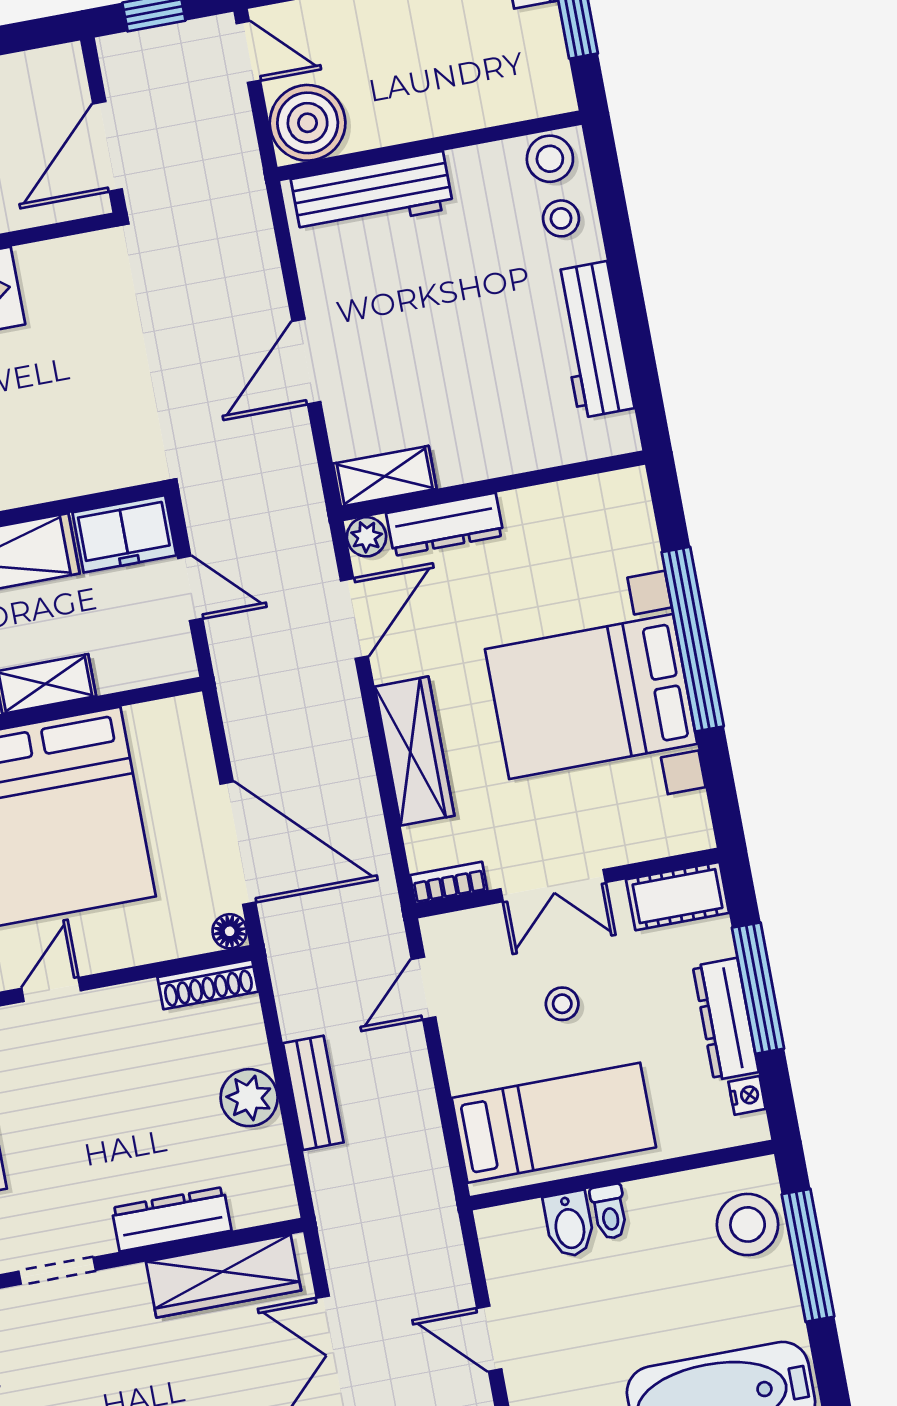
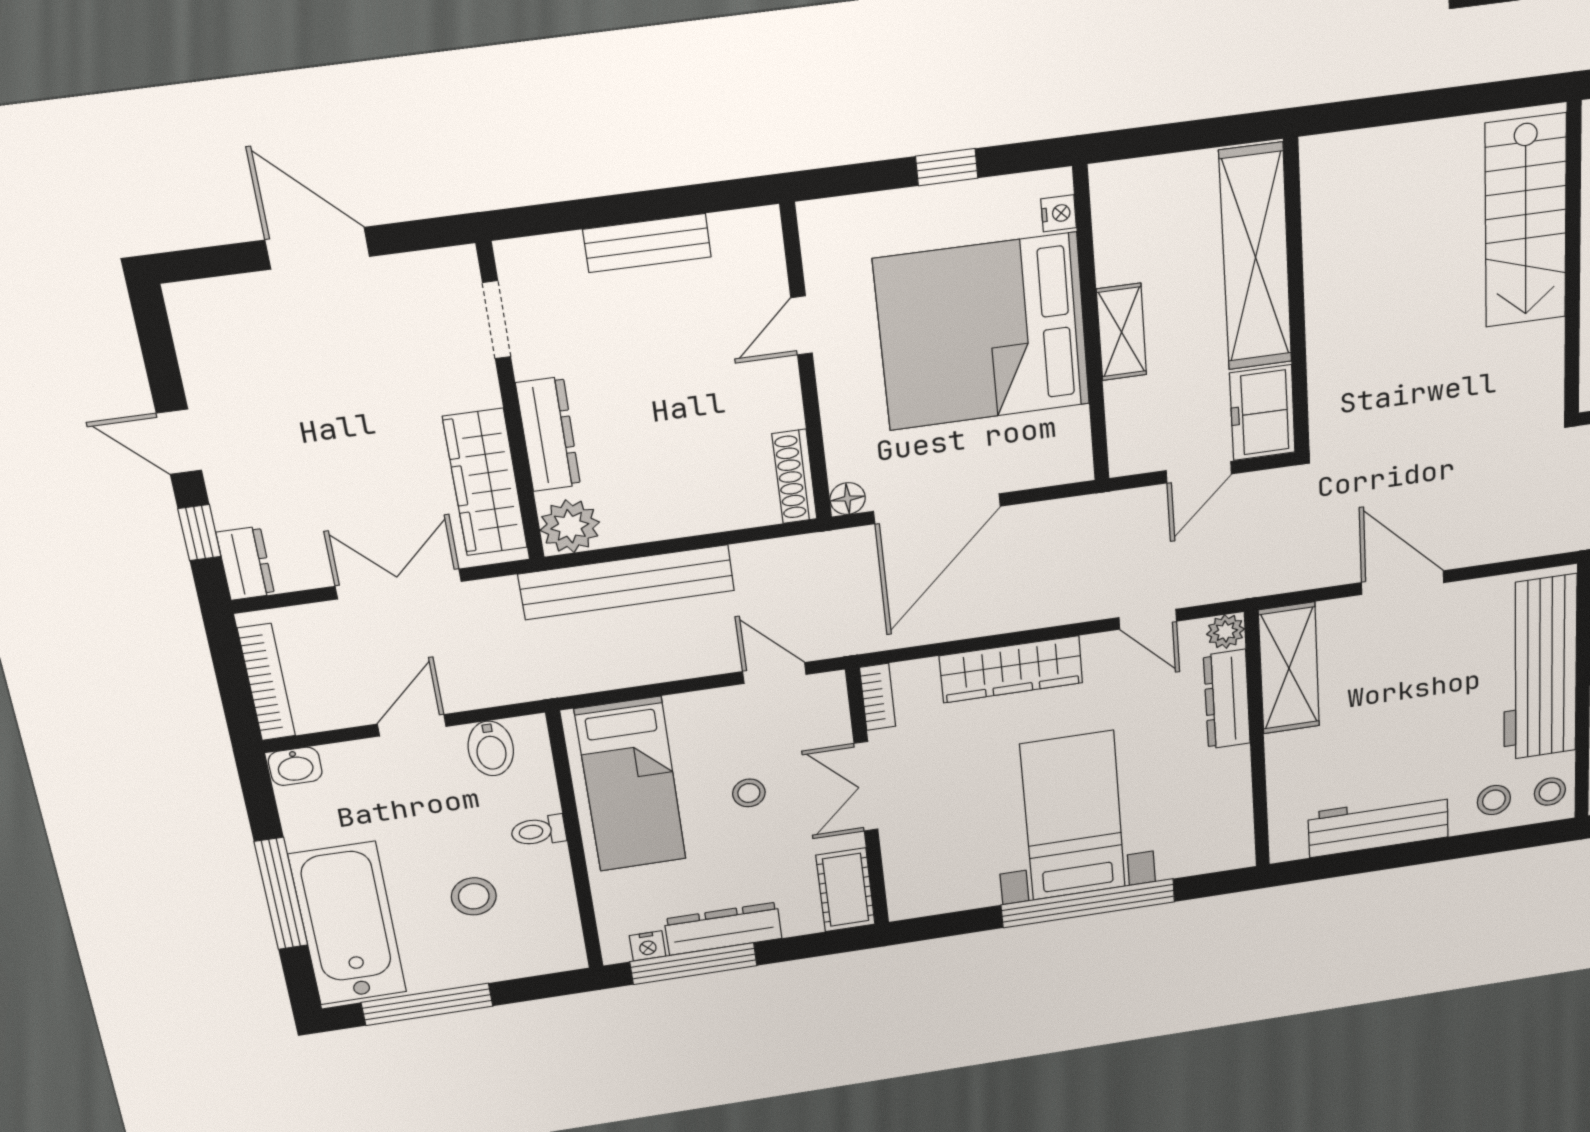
stool: (550, 159) -> (1550, 792), width x0.73, depth x0.73
workbench: (372, 194) -> (1540, 668), width x1.36, depth x1.32
shelving: (385, 476) -> (1289, 668), width x1.50, depth x1.33
door: (354, 619) -> (1148, 619), width x0.73
bed with nightstands: (591, 697) -> (1073, 816), width x0.73
window: (758, 988) -> (693, 964), moved
door: (51, 990) -> (801, 325), swing flipped
bench: (313, 1093) -> (627, 582), width x1.86, depth x1.21
plant: (249, 1098) -> (570, 526), moved
bidet: (569, 1224) -> (491, 748), moved, turned -90
stool: (748, 1224) -> (474, 896), moved, width x0.73, depth x0.73
window: (808, 1255) -> (427, 1004), moved

